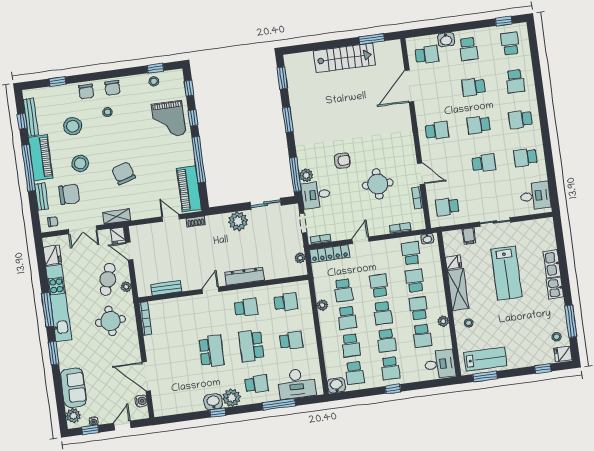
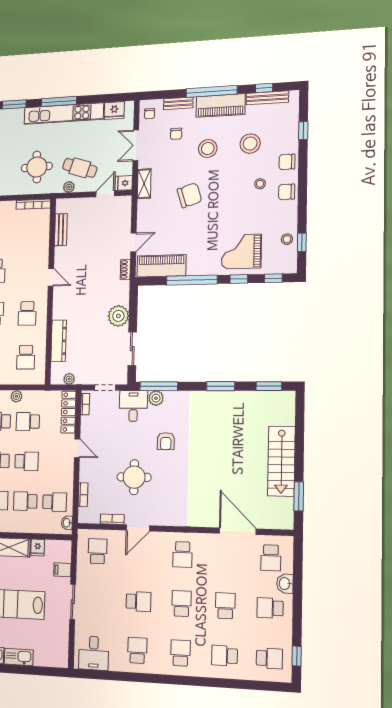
school desk: (484, 163) -> (138, 601), turned -90
chair: (69, 194) -> (176, 134), width x0.54, depth x0.54
dresser: (245, 276) -> (59, 341), moved
school desk: (415, 281) -> (25, 501), turned 180

